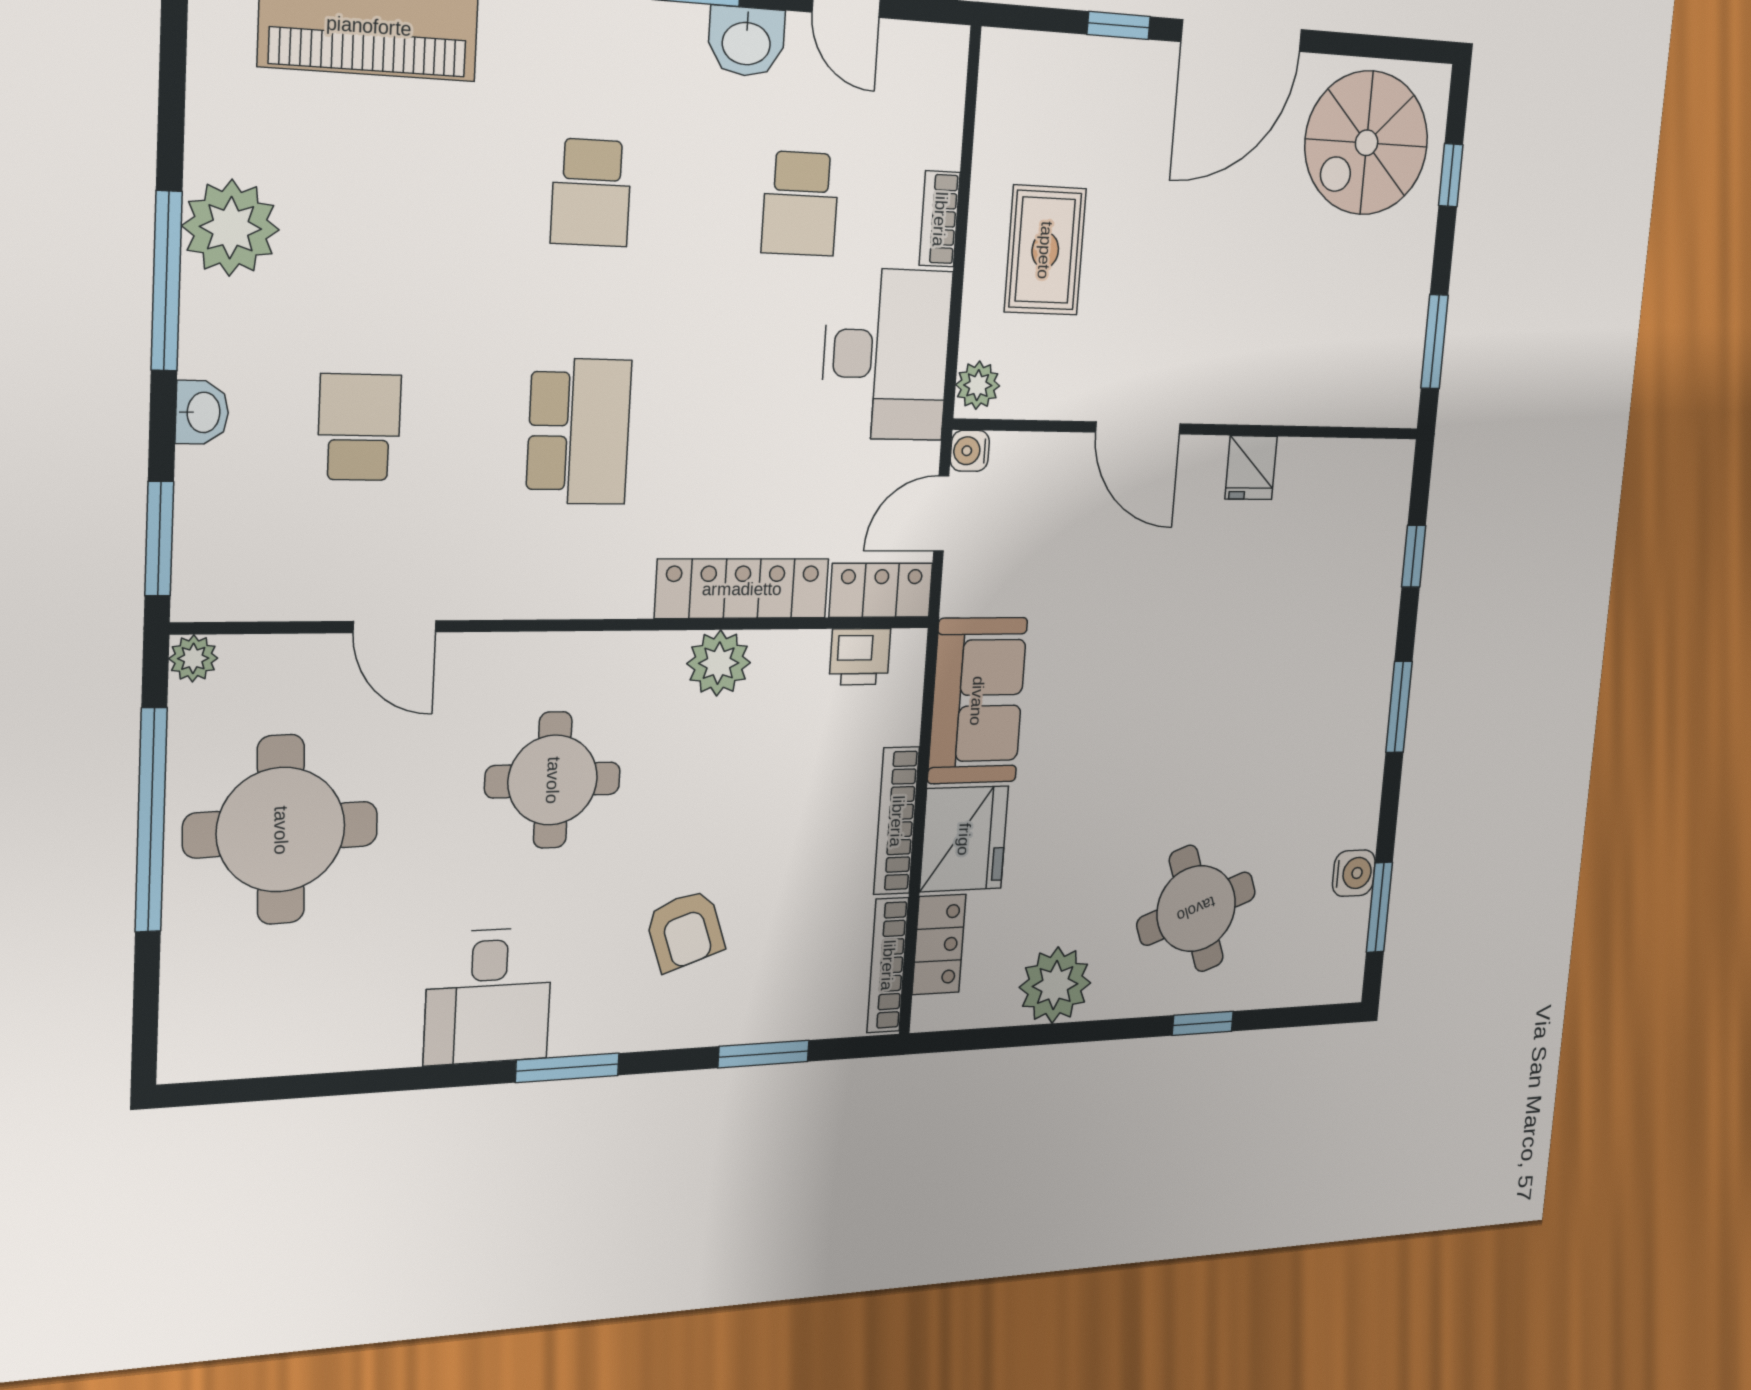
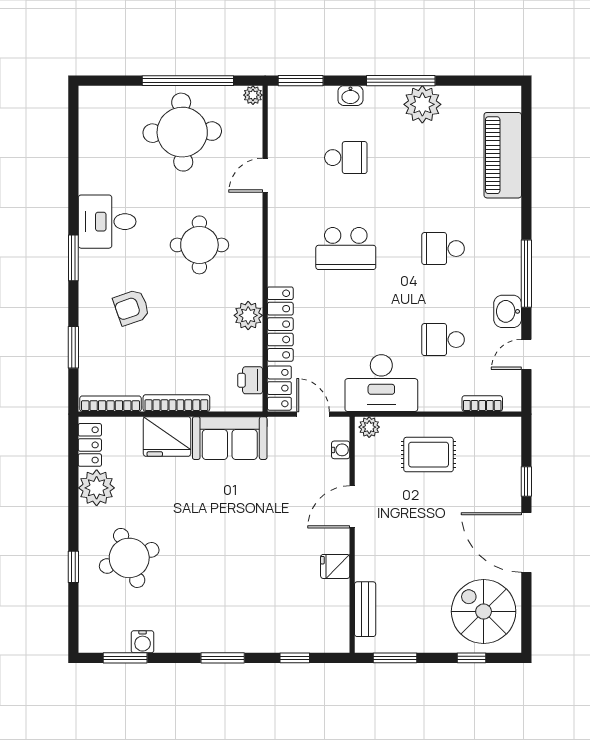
bookcase: (940, 219) -> (482, 404), moved
bench: (1338, 404) -> (365, 609), added
water cooler: (970, 451) -> (341, 450), moved, turned 90
locker: (939, 945) -> (90, 445), moved, turned -90

